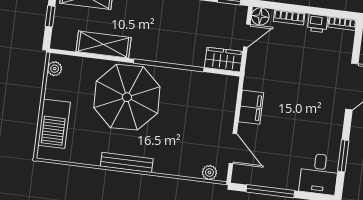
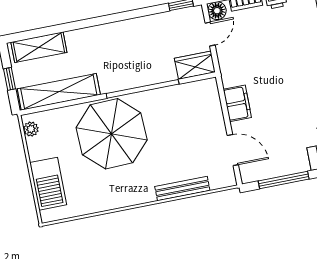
shelving: (104, 44) -> (59, 92), width x1.47
bench: (127, 162) -> (182, 188), moved
plant: (209, 173) -> (217, 181), removed

